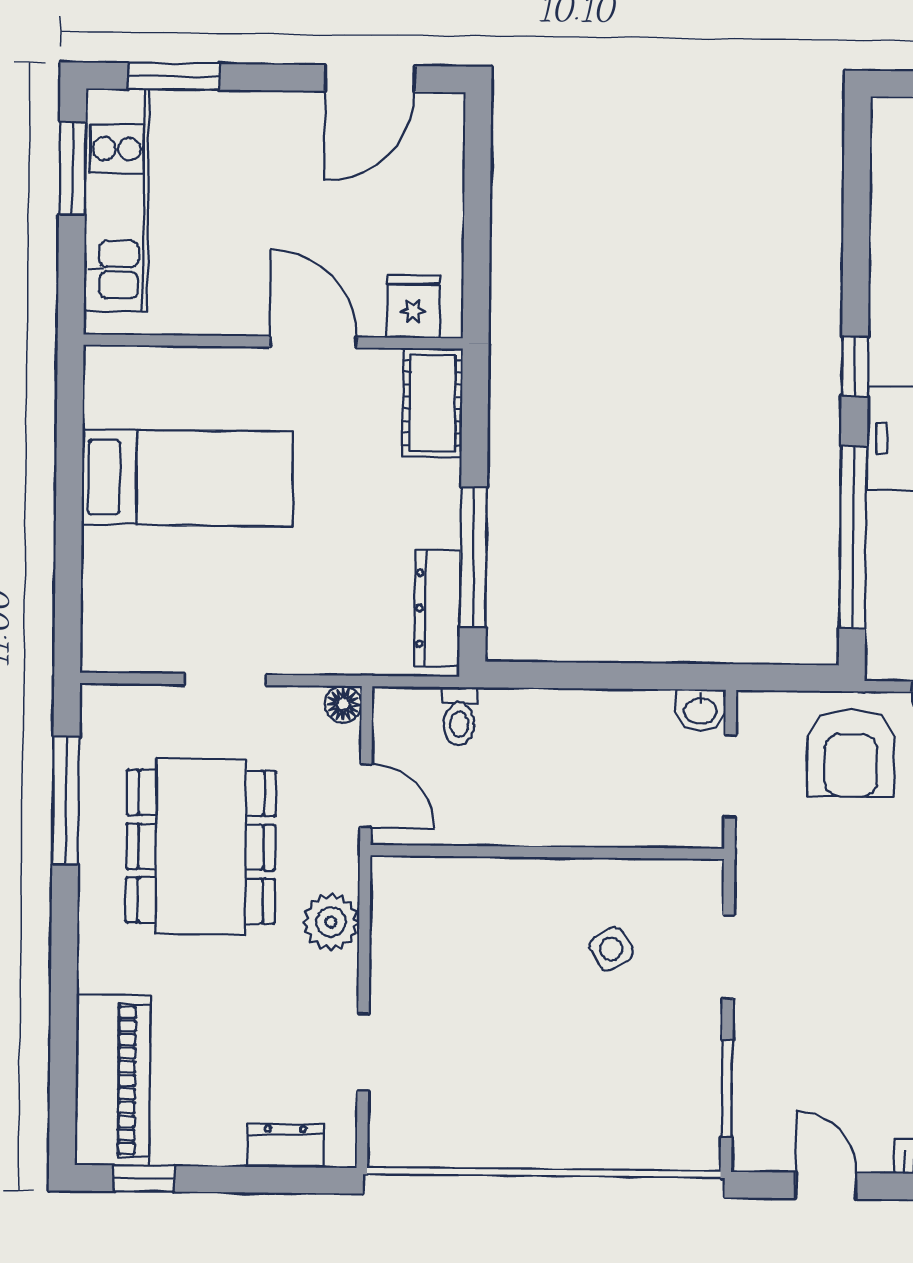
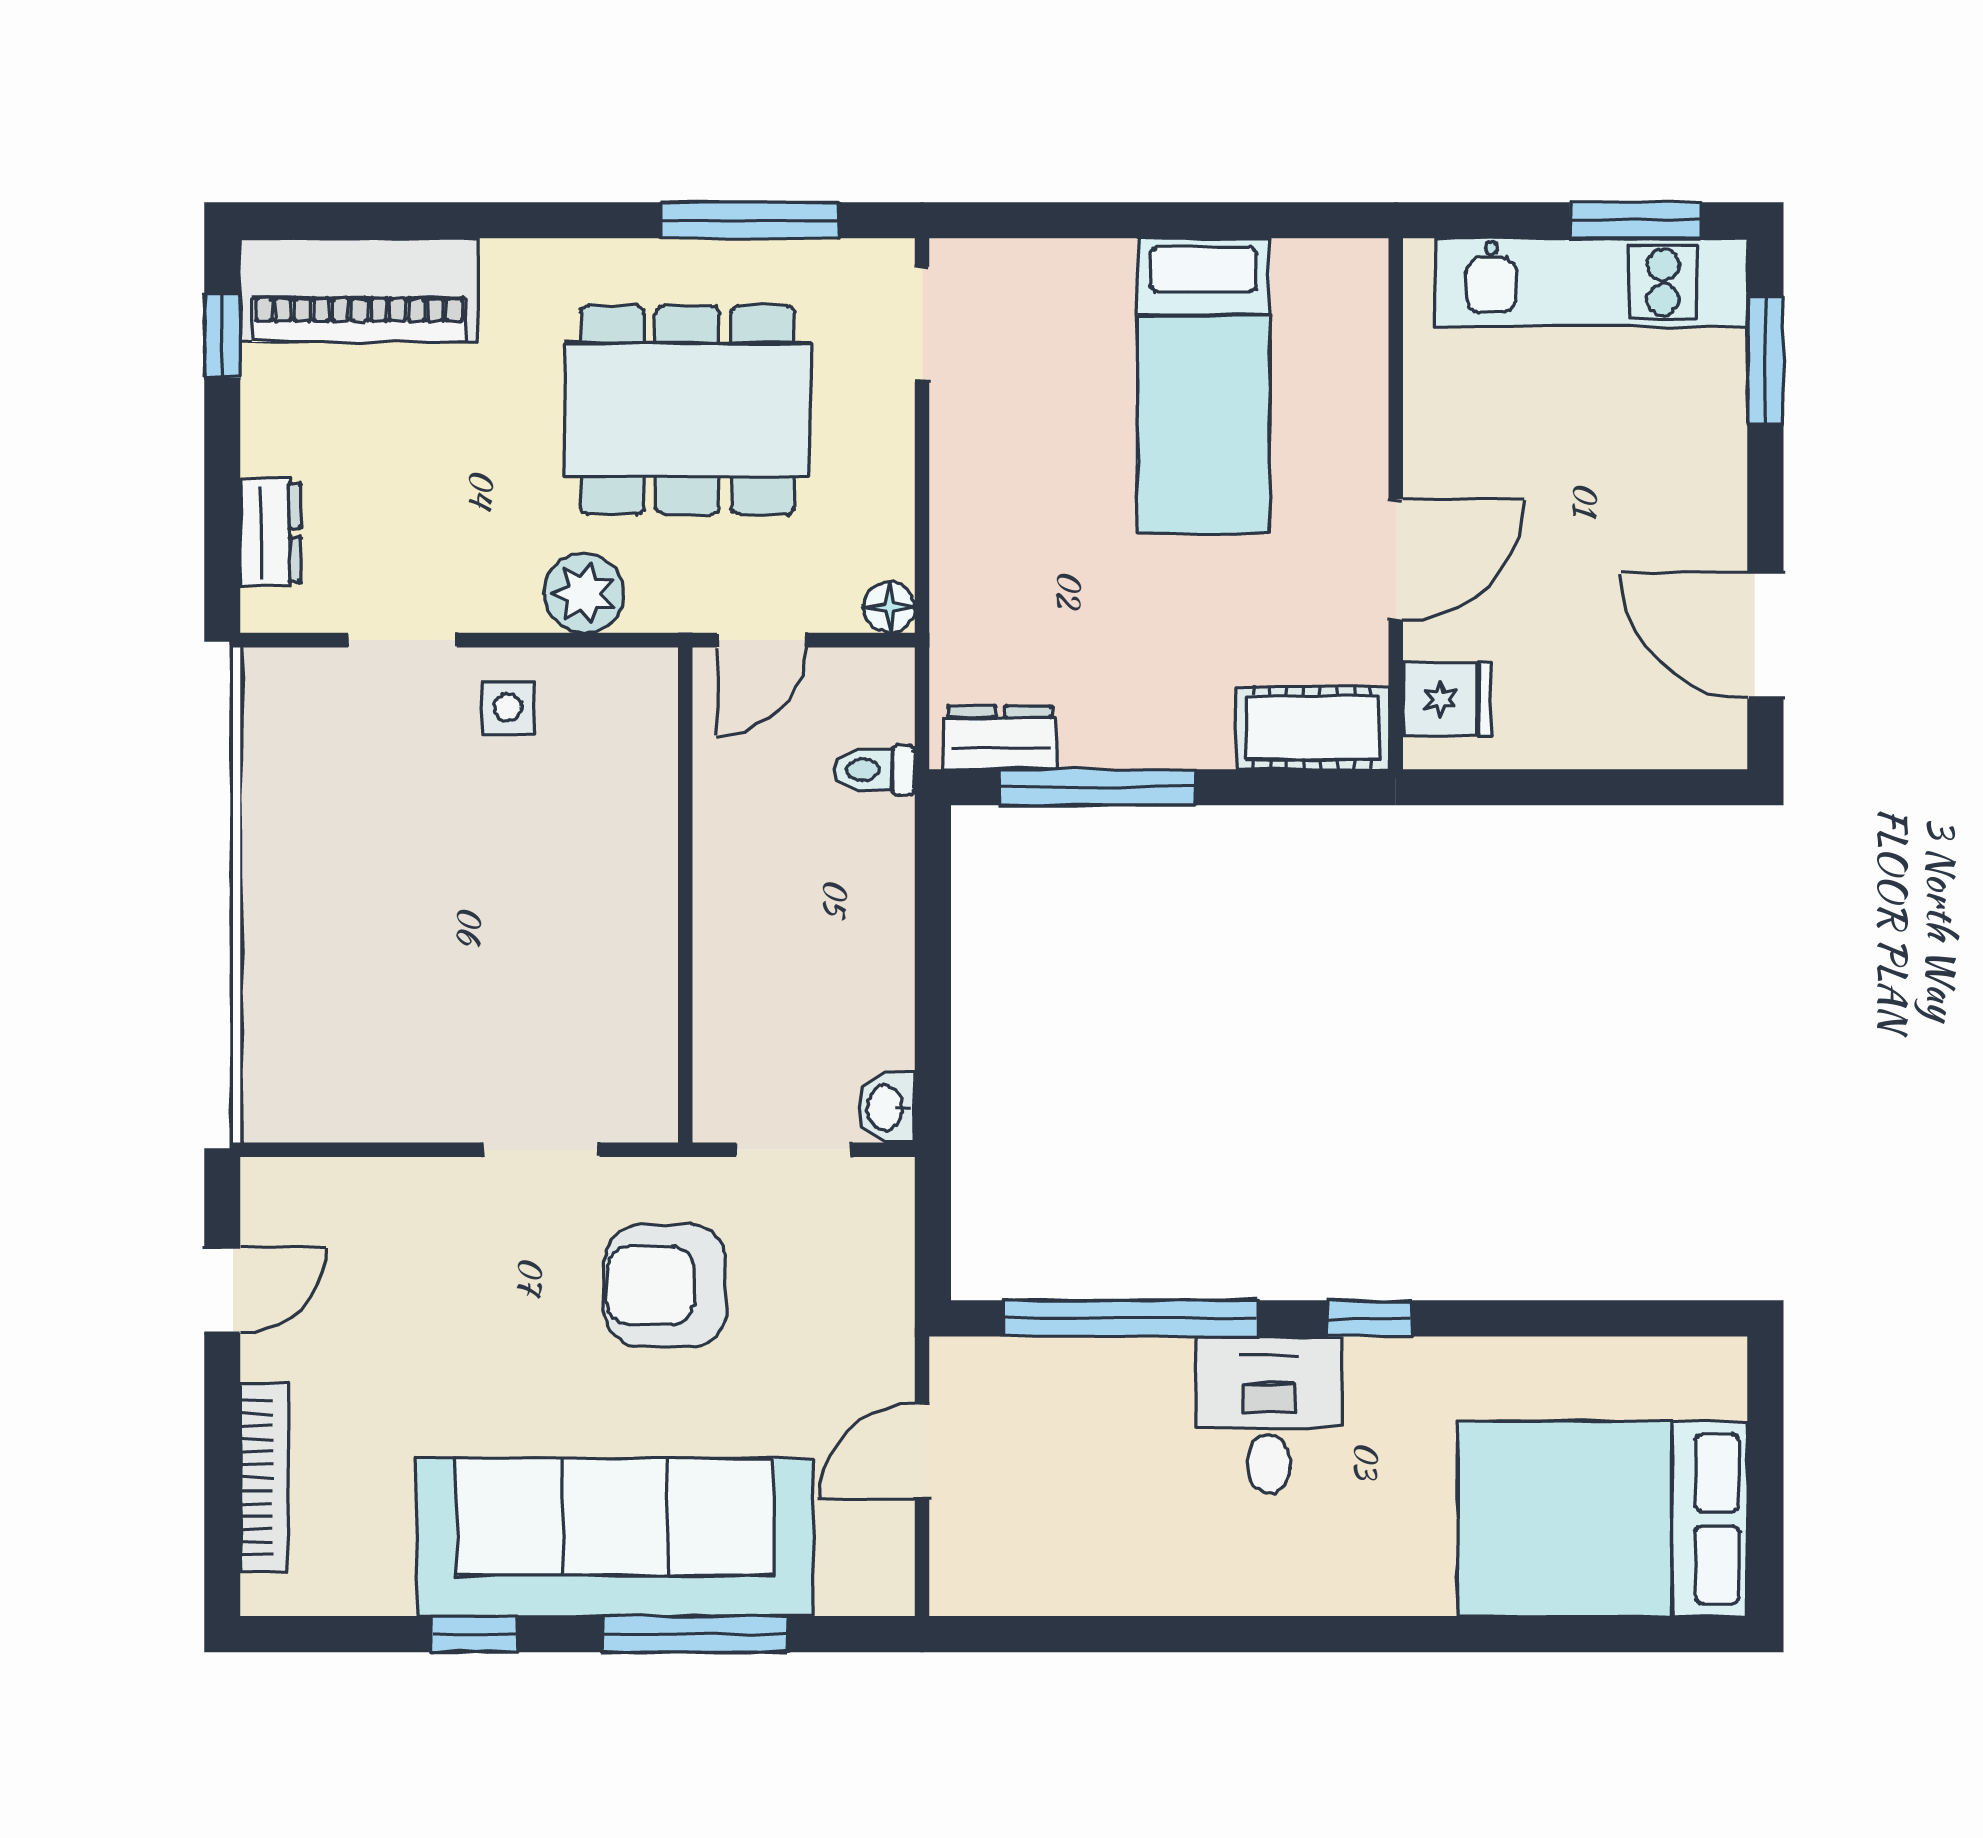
dresser: (437, 608) -> (1000, 738), width x0.70
doorway: (225, 679) -> (922, 324), moved
armchair: (851, 753) -> (665, 1286), moved
side table: (611, 949) -> (508, 707), moved, turned 30
window: (727, 1088) -> (357, 1150), removed

